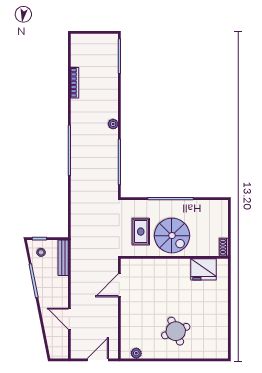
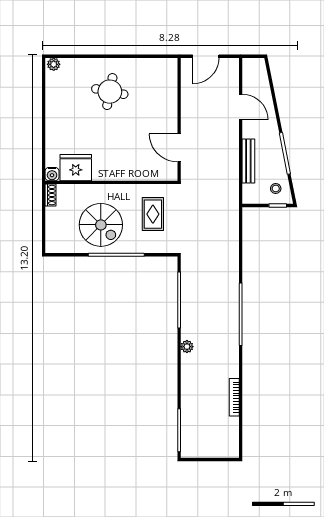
spiral stairs: (172, 236) -> (101, 225), moved, turned 180
bench: (63, 258) -> (248, 161), moved
water cooler: (223, 264) -> (52, 174), added
door: (119, 285) -> (179, 148), swing flipped
round table: (176, 331) -> (110, 92), turned 33
plant: (136, 353) -> (54, 64), moved

